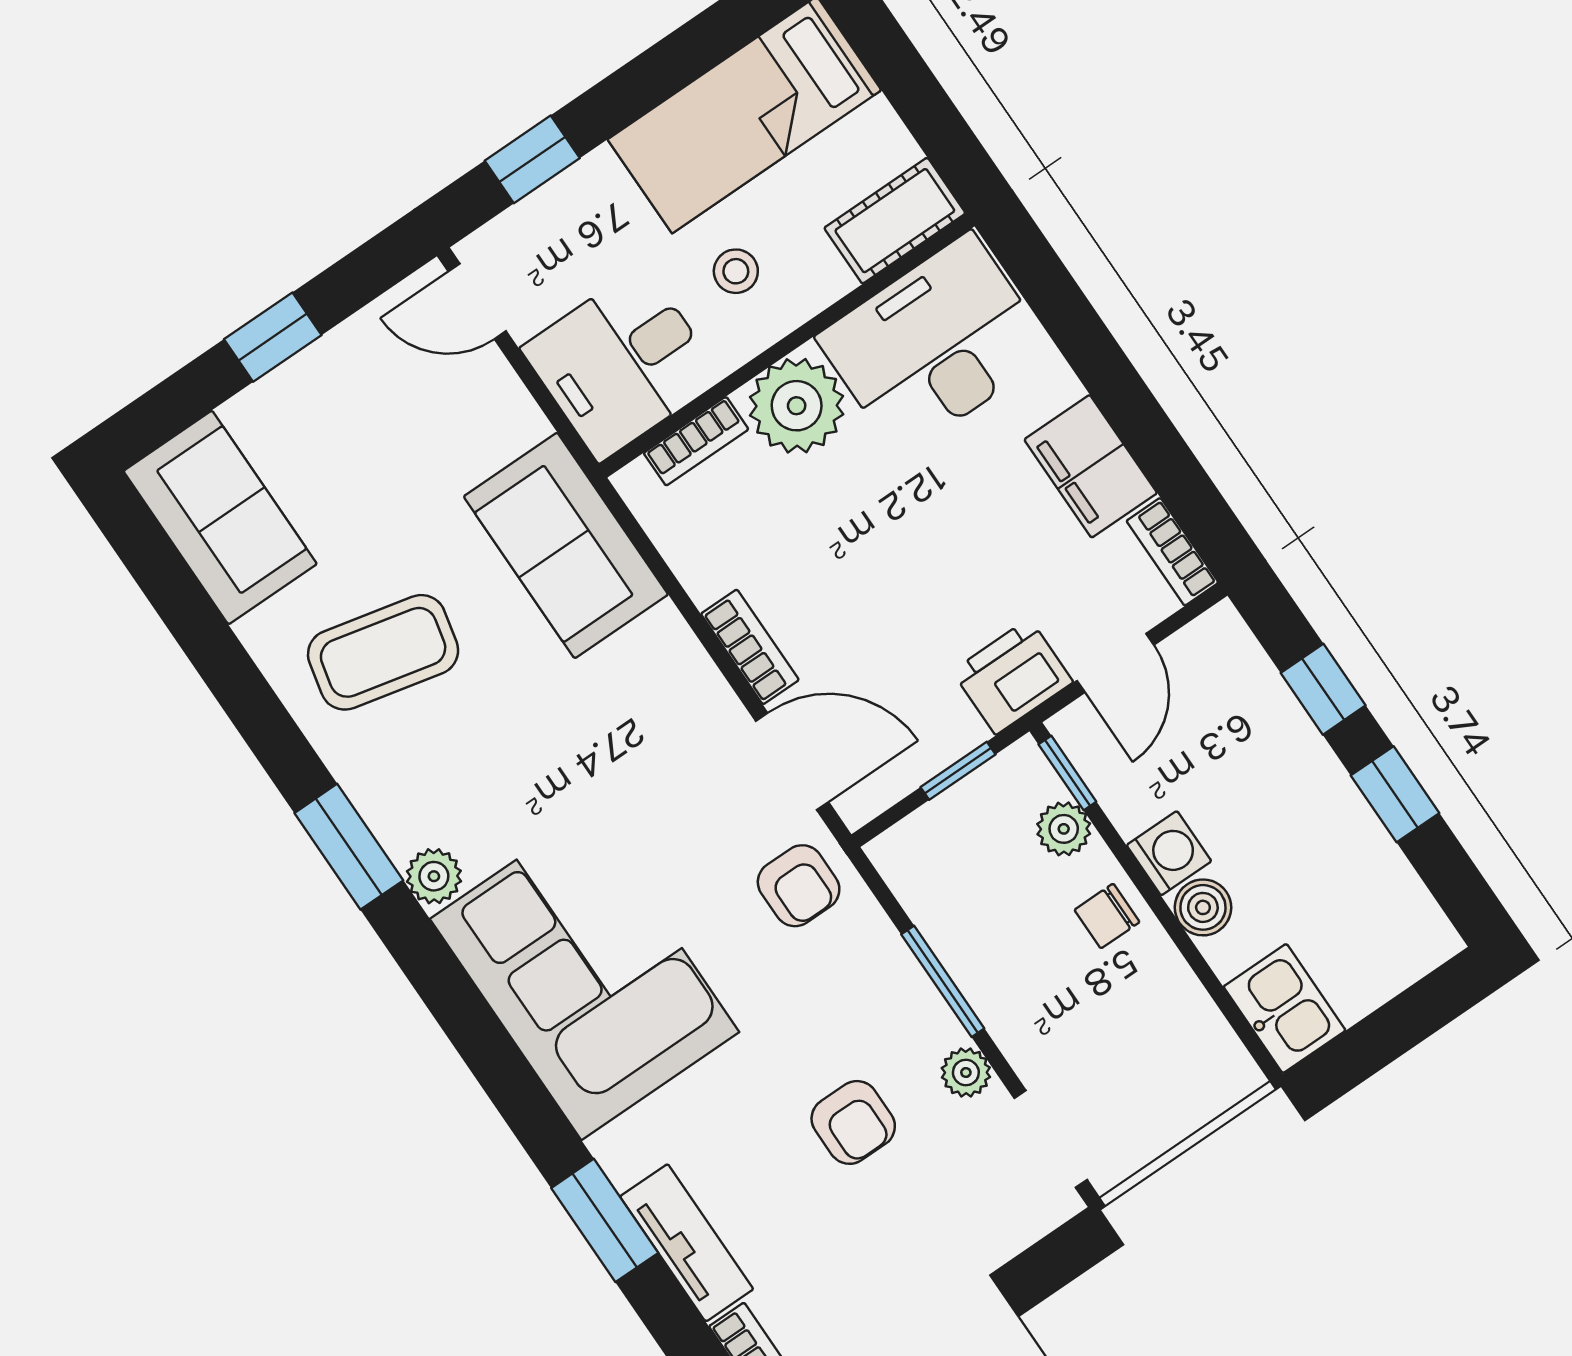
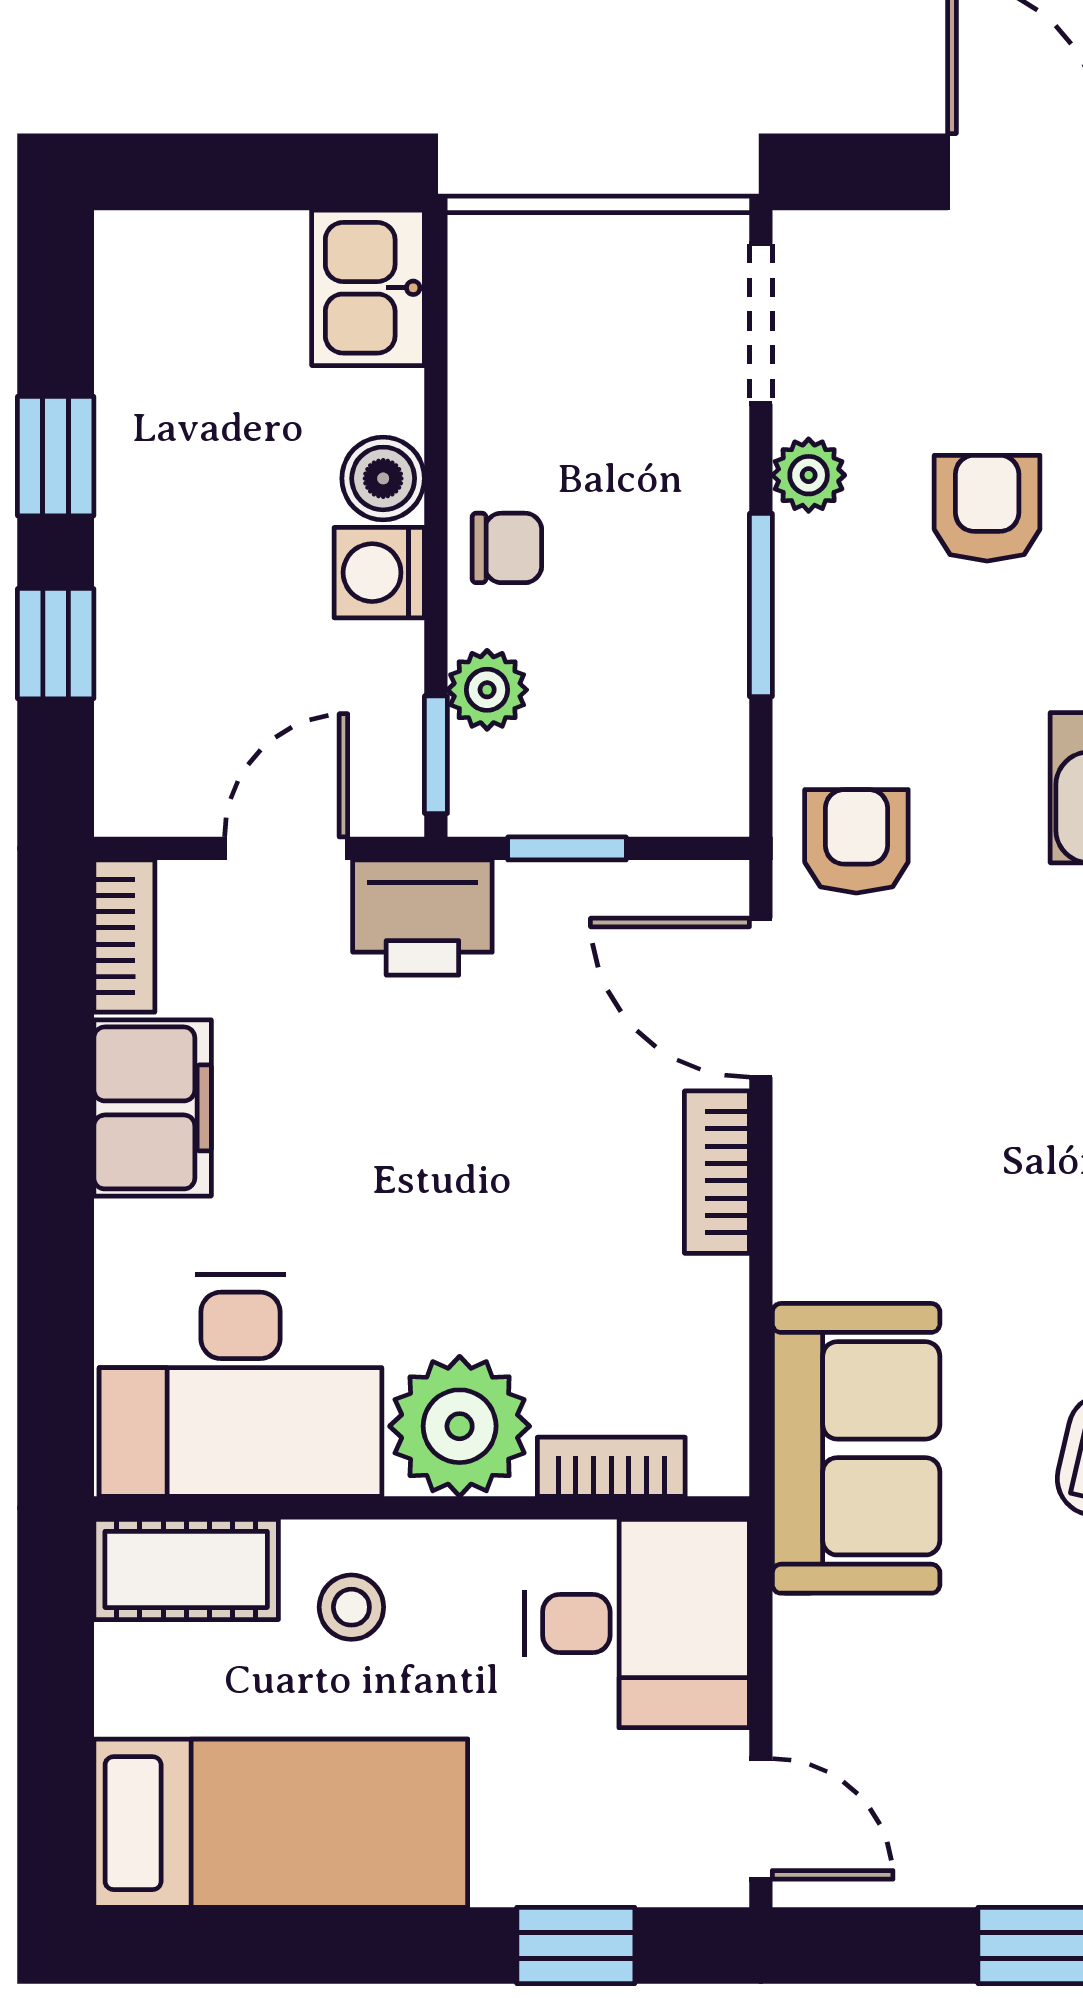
stool: (736, 271) -> (351, 1607), moved

